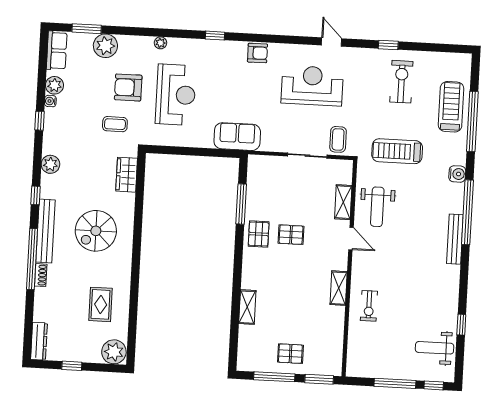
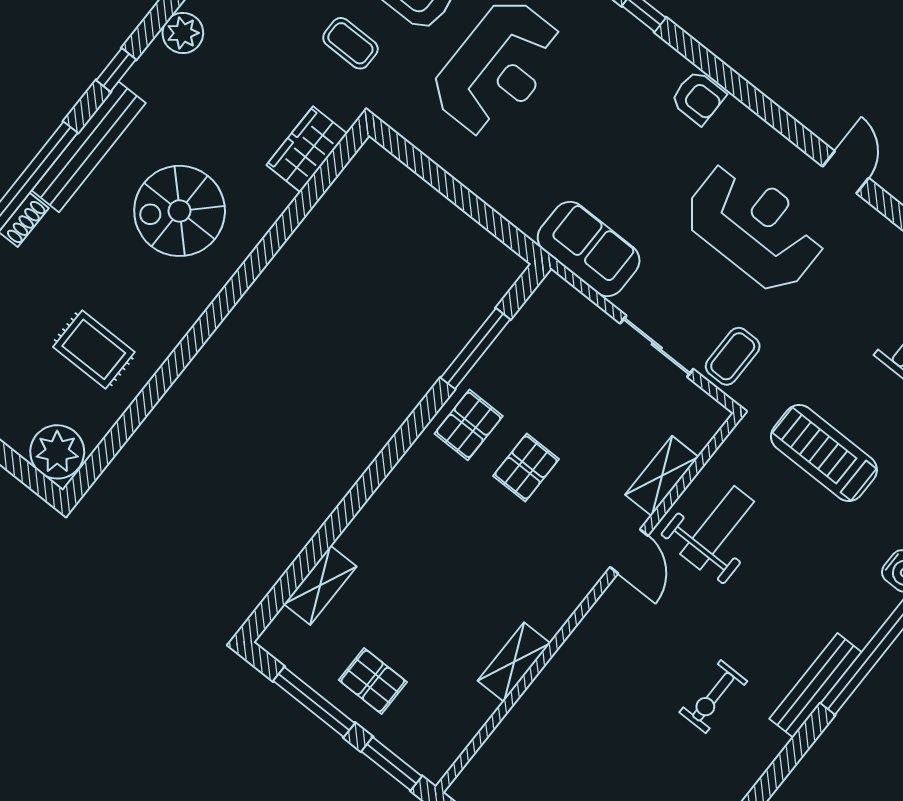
sofa: (237, 137) -> (589, 249), moved
weight bench: (377, 207) -> (717, 528), turned 180
pallet: (291, 235) -> (526, 467), turned 90
shelving: (339, 288) -> (514, 662), moved
rug: (101, 304) -> (94, 349), turned 90
exercise bike: (369, 306) -> (713, 697), moved
shelving: (247, 307) -> (320, 585), moved

